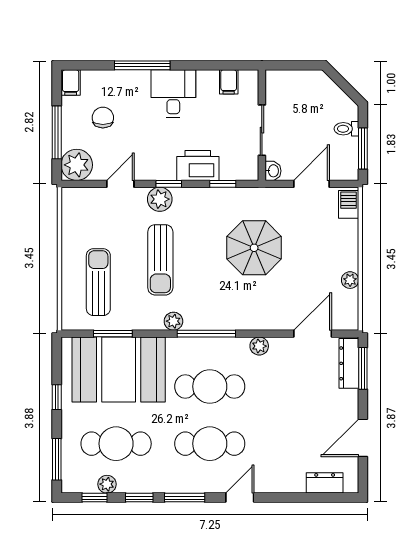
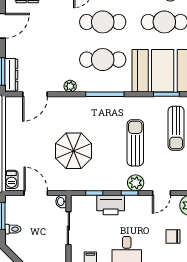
chair: (103, 118) -> (173, 236), turned 90
door: (311, 184) -> (36, 193), swing flipped
plant: (350, 280) -> (10, 130), removed
plant: (173, 321) -> (127, 103), removed

